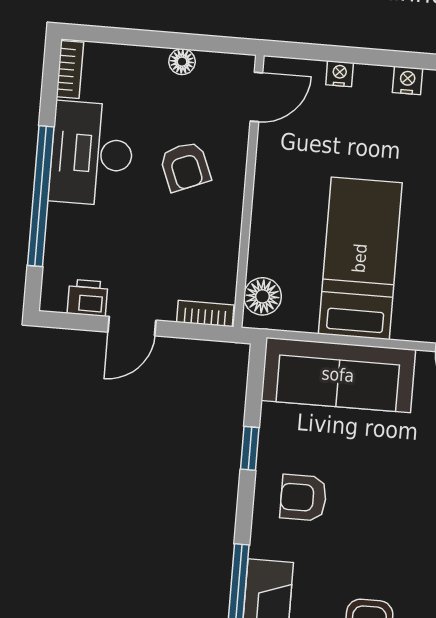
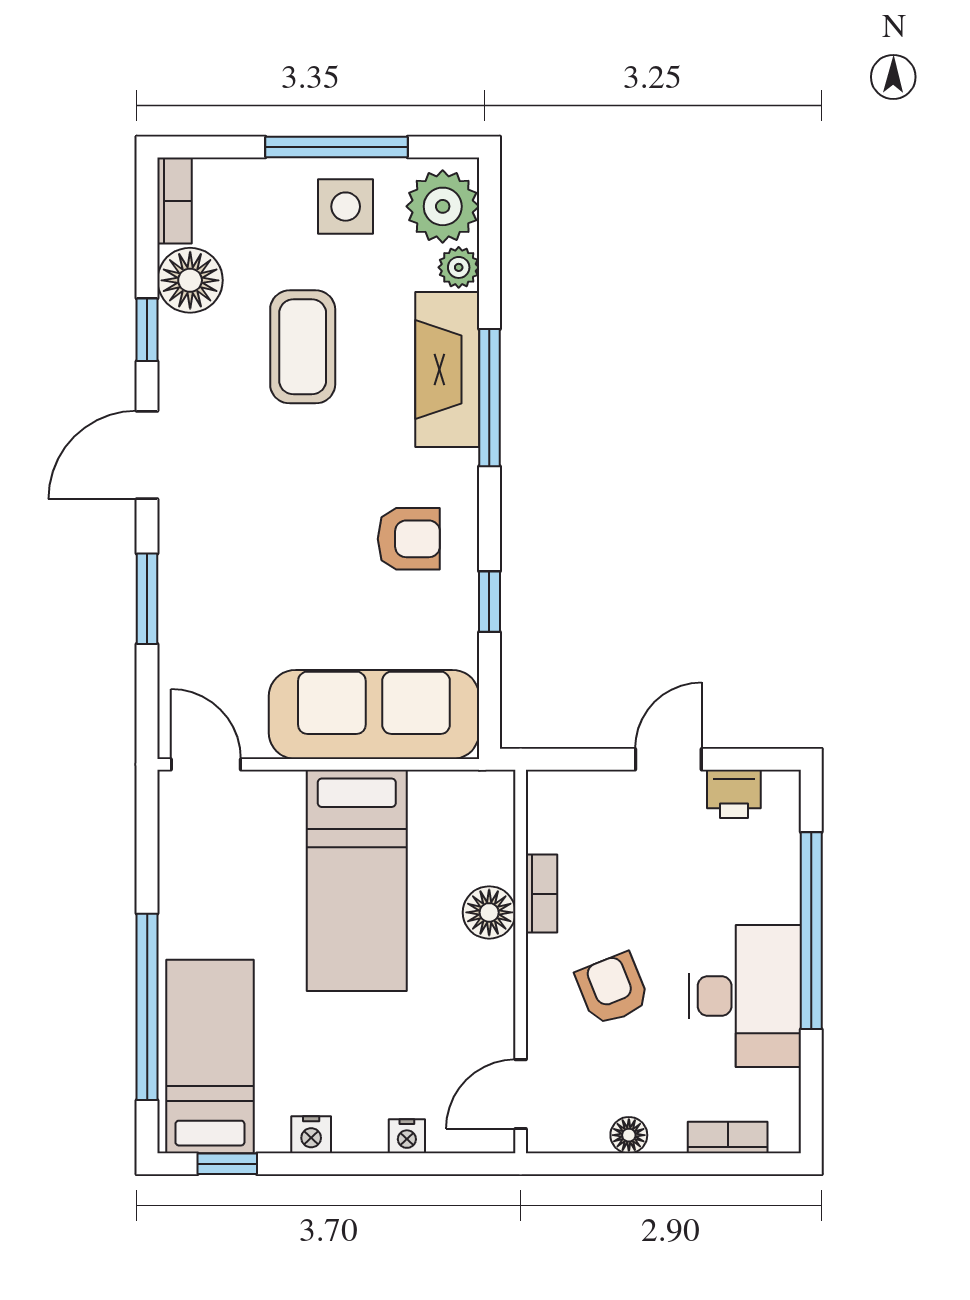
bookcase: (70, 70) -> (728, 1137), moved, turned 90
floor lamp: (263, 296) -> (489, 912), moved
bookcase: (205, 314) -> (541, 894), moved, turned -90

